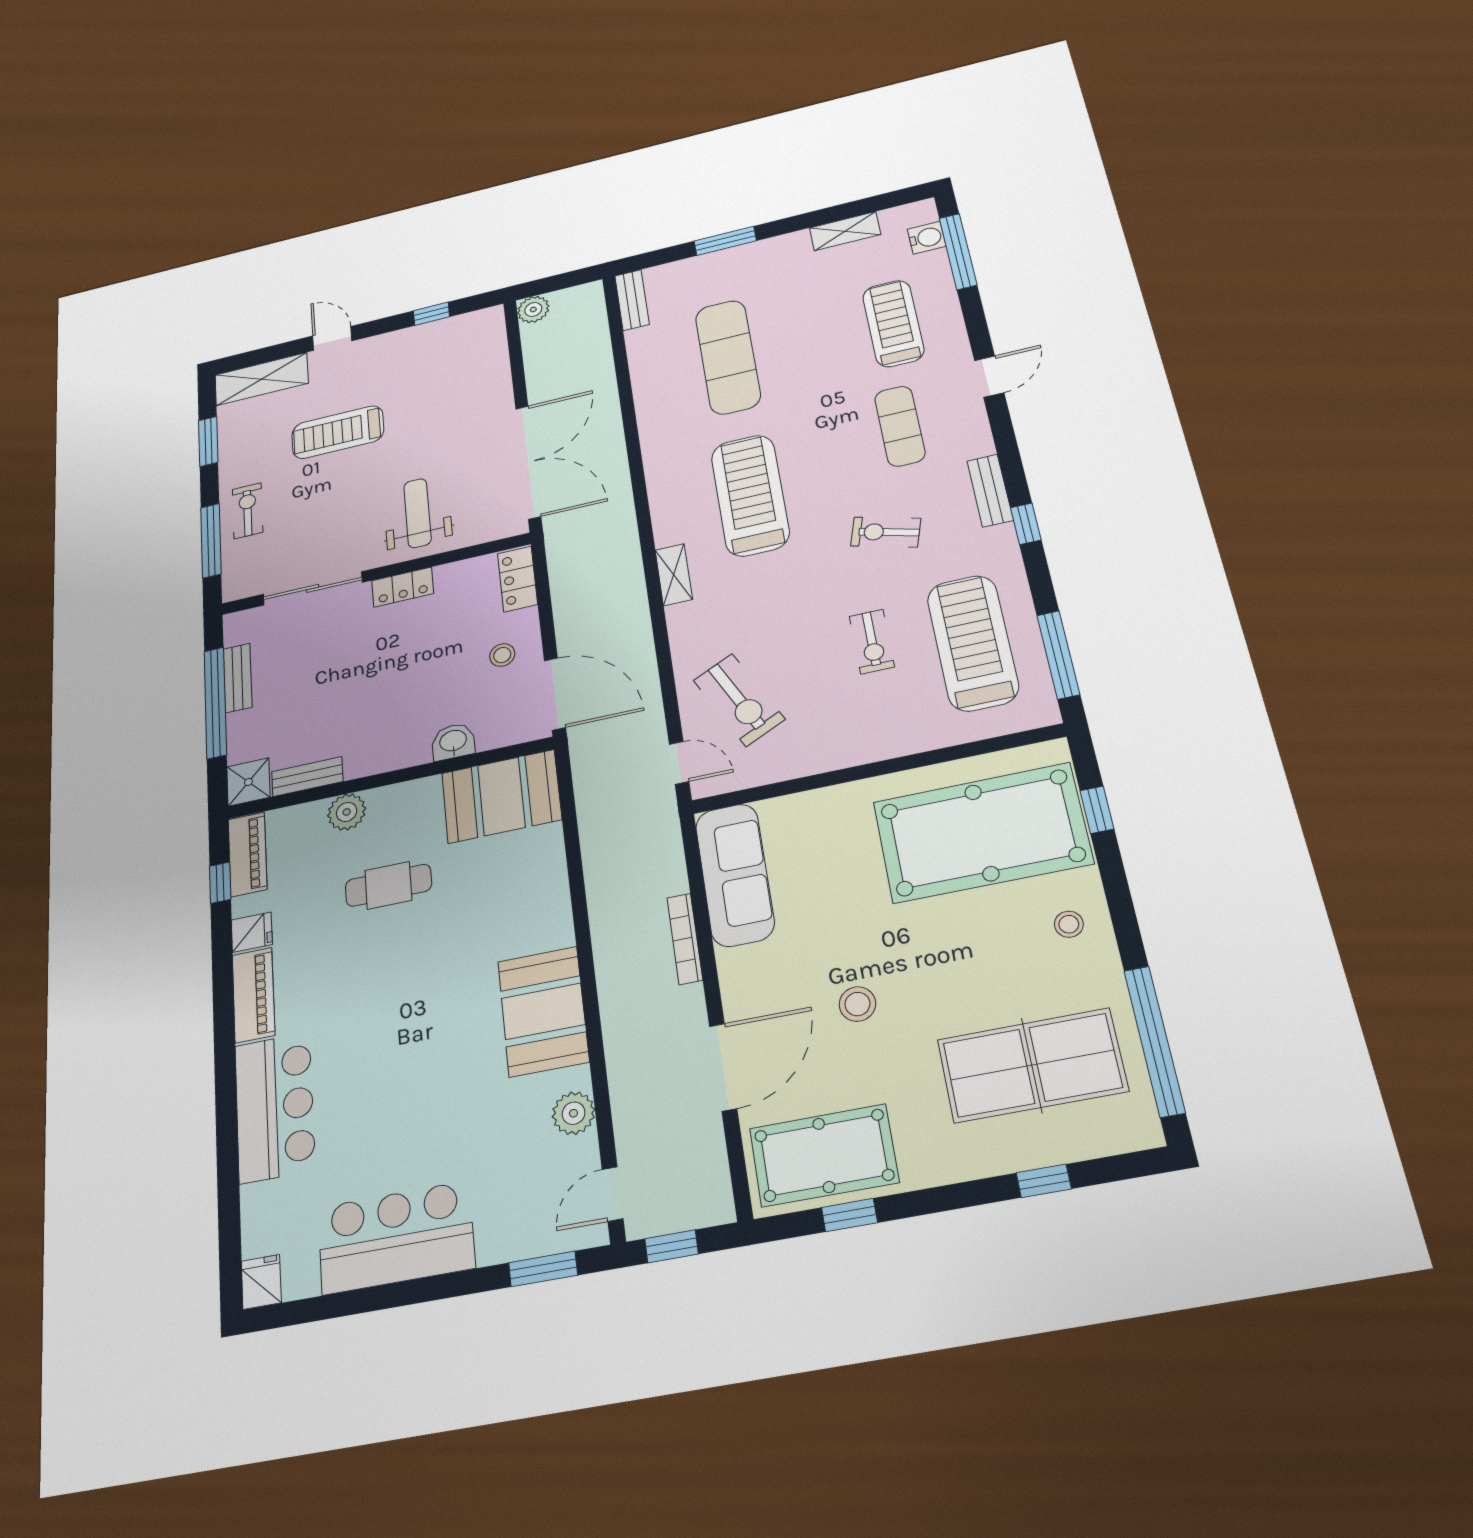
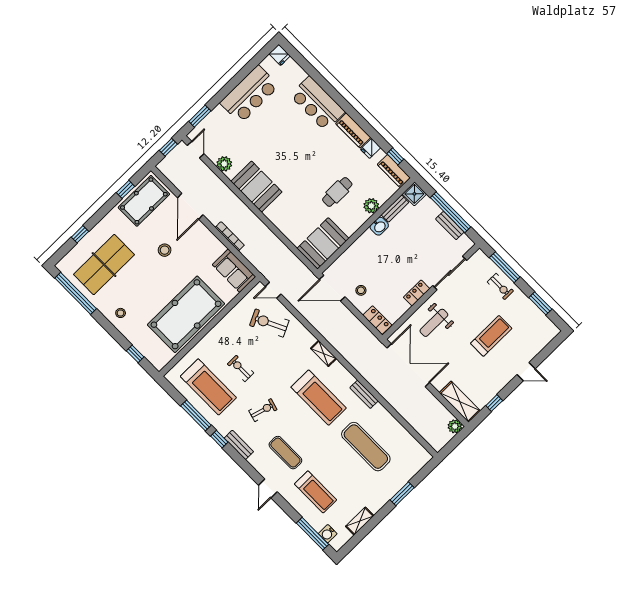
bench: (632, 300) -> (364, 394), moved
shelving: (261, 379) -> (460, 402), moved, turned 90
double door: (528, 462) -> (408, 365), swing flipped
weight bench: (417, 513) -> (434, 323), turned 90
window: (1058, 655) -> (196, 416), moved
washbasin: (453, 742) -> (379, 226), moved
pool table: (982, 833) -> (186, 314), moved
sofa: (735, 875) -> (234, 271), width x0.73

